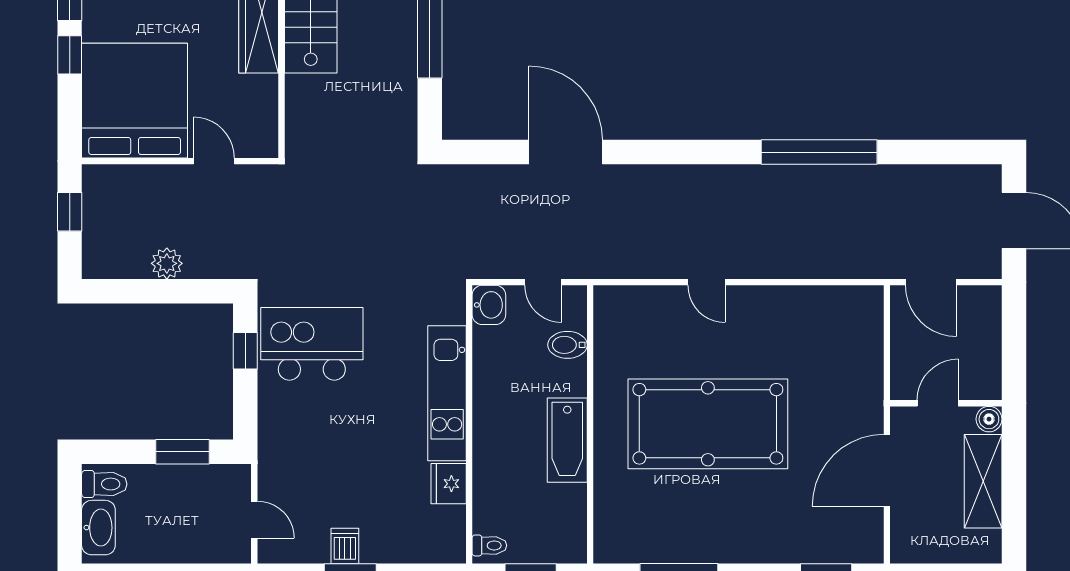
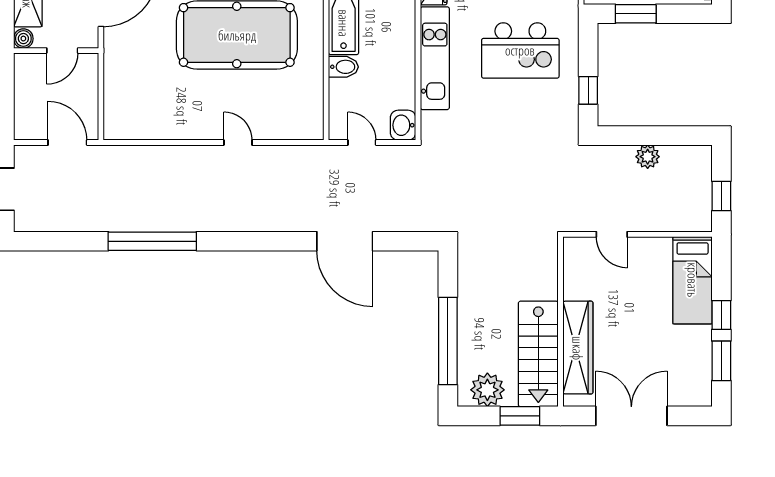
bed: (135, 101) -> (693, 280), width x0.49
kitchen island: (312, 344) -> (520, 50), moved
bidet: (567, 345) -> (343, 67), moved

